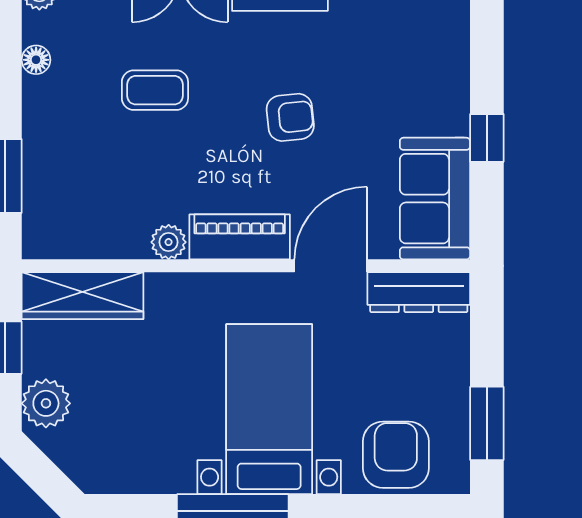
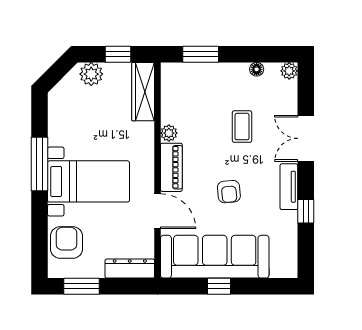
sofa: (435, 199) -> (215, 257), width x1.85, depth x1.27
dresser: (419, 292) -> (130, 269), moved, turned 90
armchair: (396, 455) -> (67, 242), turned -90

